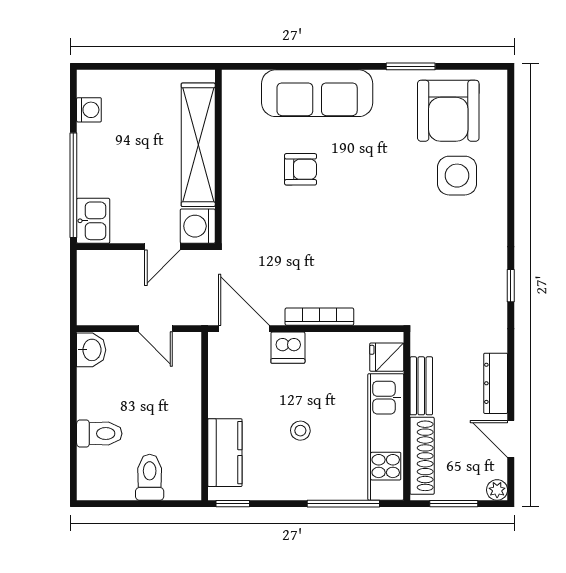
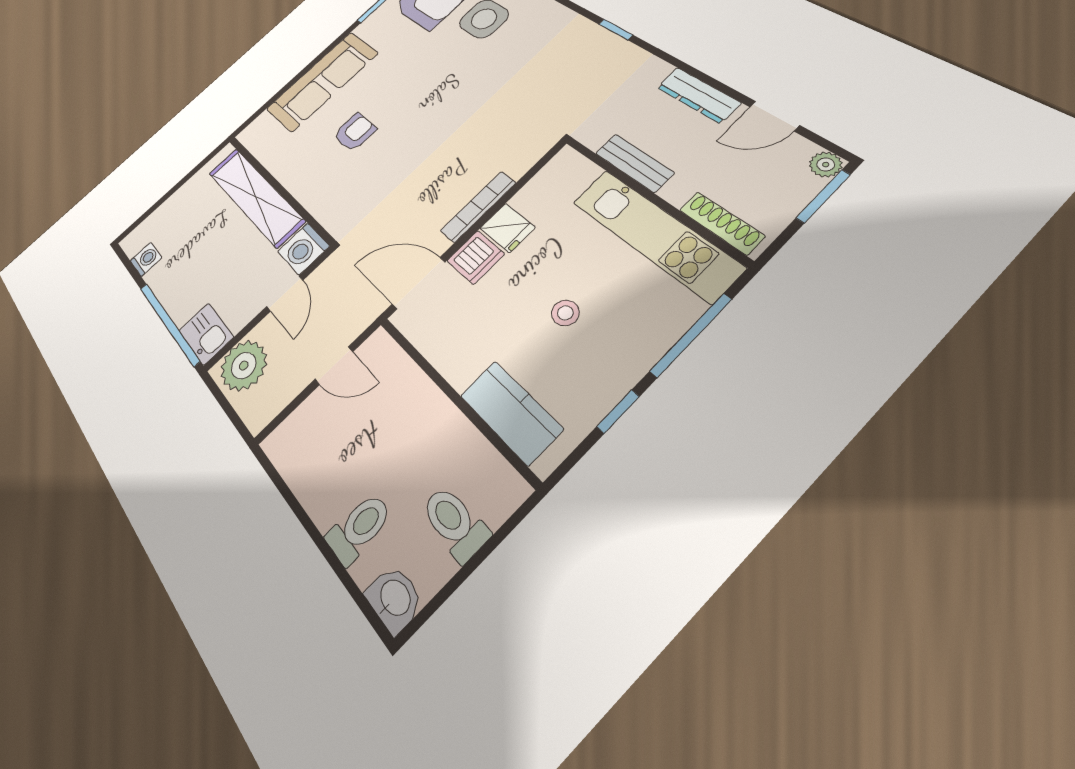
plant: (102, 271) -> (244, 366), added
washbasin: (91, 350) -> (394, 599), moved
fridge: (387, 357) -> (507, 228), moved, turned -90
shoe rack: (422, 456) -> (722, 223), width x0.74, depth x0.81
window: (233, 504) -> (618, 412), moved
window: (454, 504) -> (823, 196), moved

